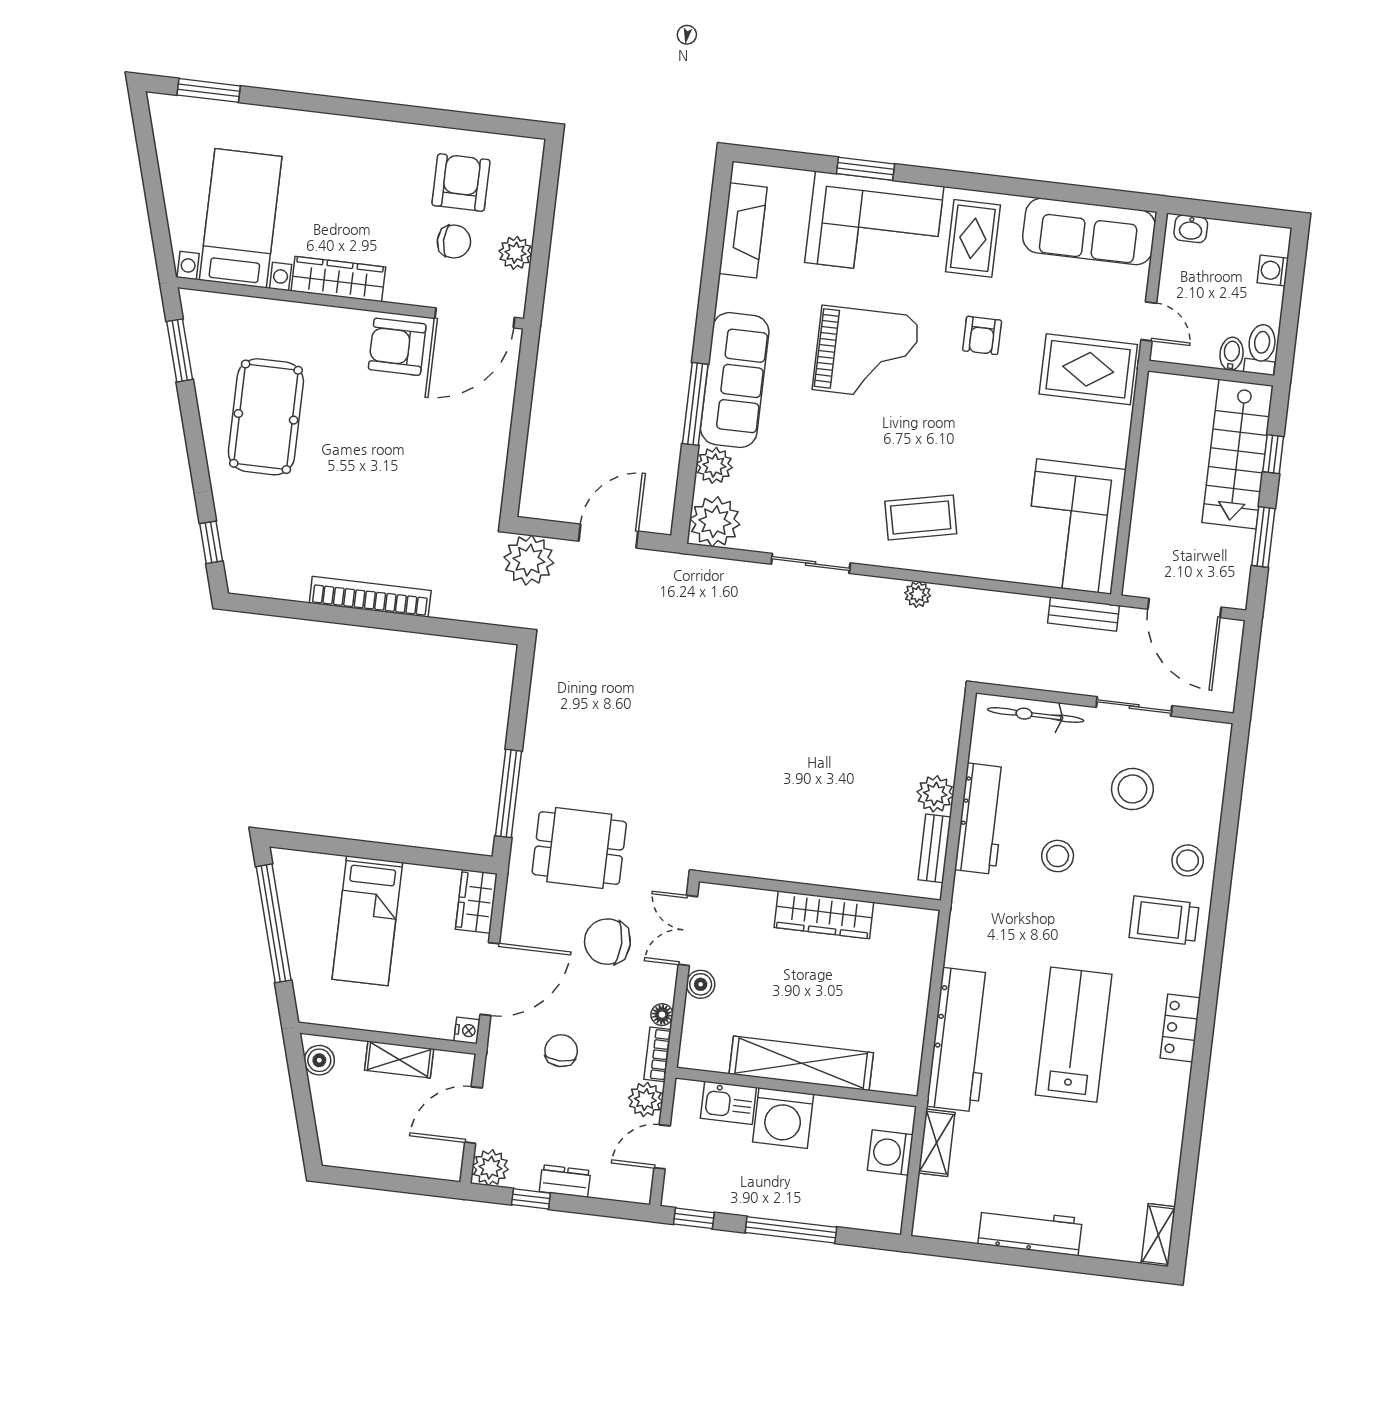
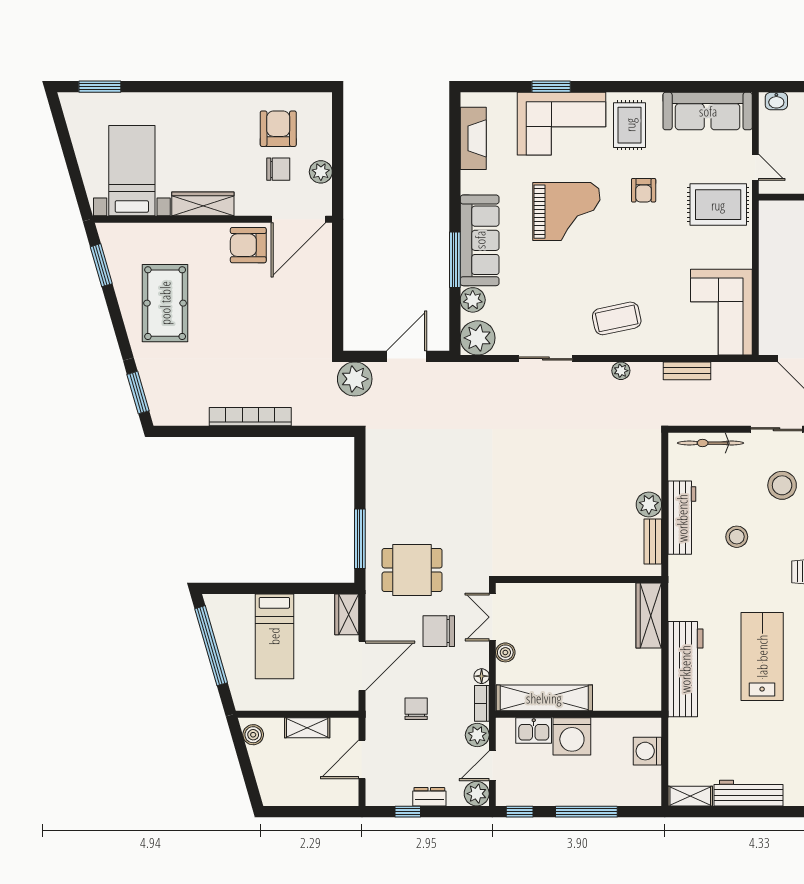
window: (211, 542) -> (138, 393), width x1.50
bench: (1084, 614) -> (687, 371), moved
wardrobe: (824, 915) -> (649, 616), moved, turned 90
nightstand: (467, 1030) -> (351, 703), removed
shelving: (801, 1063) -> (544, 698), moved
shelving: (937, 1143) -> (690, 796), moved, turned 90
plant: (490, 1168) -> (477, 794), moved

